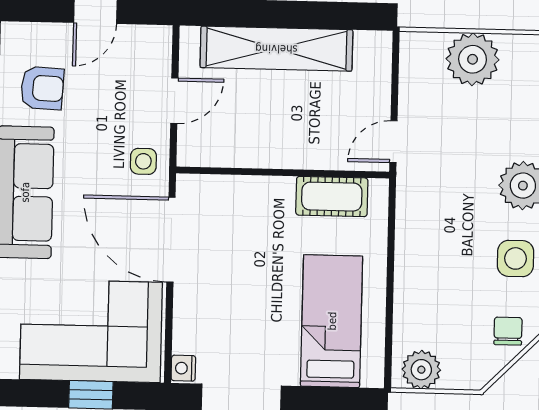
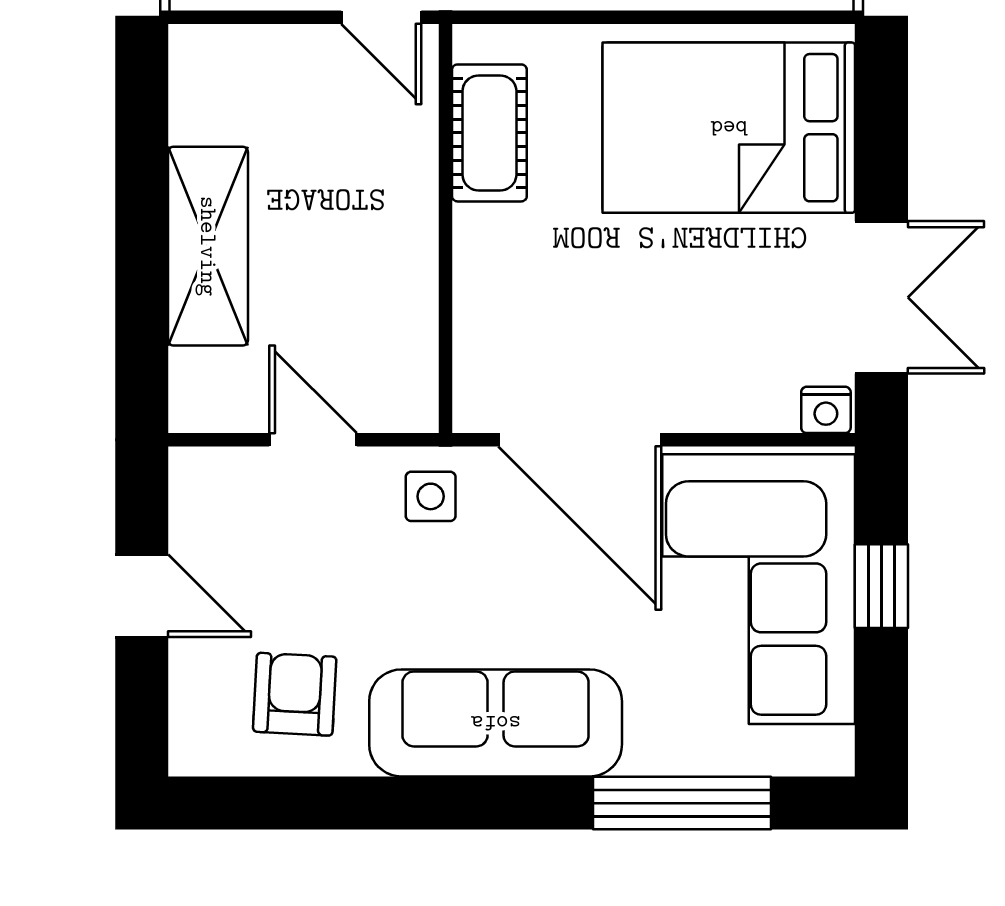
shelving: (276, 49) -> (208, 246), width x0.68
door: (171, 240) -> (580, 440), hinge flipped
bed: (332, 321) -> (729, 128), width x1.50

